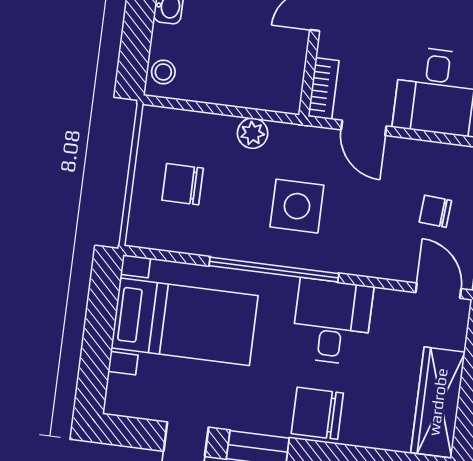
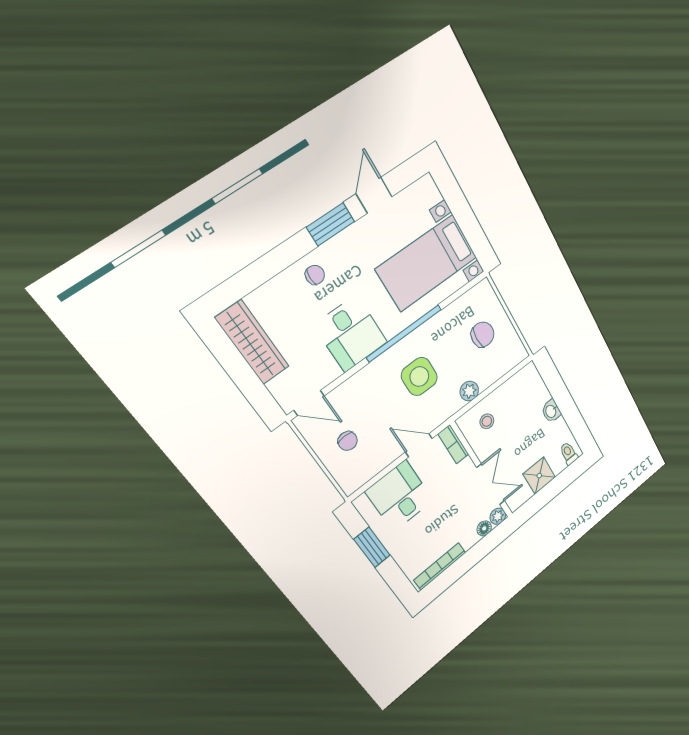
stool: (163, 72) -> (487, 421), moved
chair: (435, 211) -> (348, 441), turned 86
chair: (317, 413) -> (315, 275), width x0.54, depth x0.54

